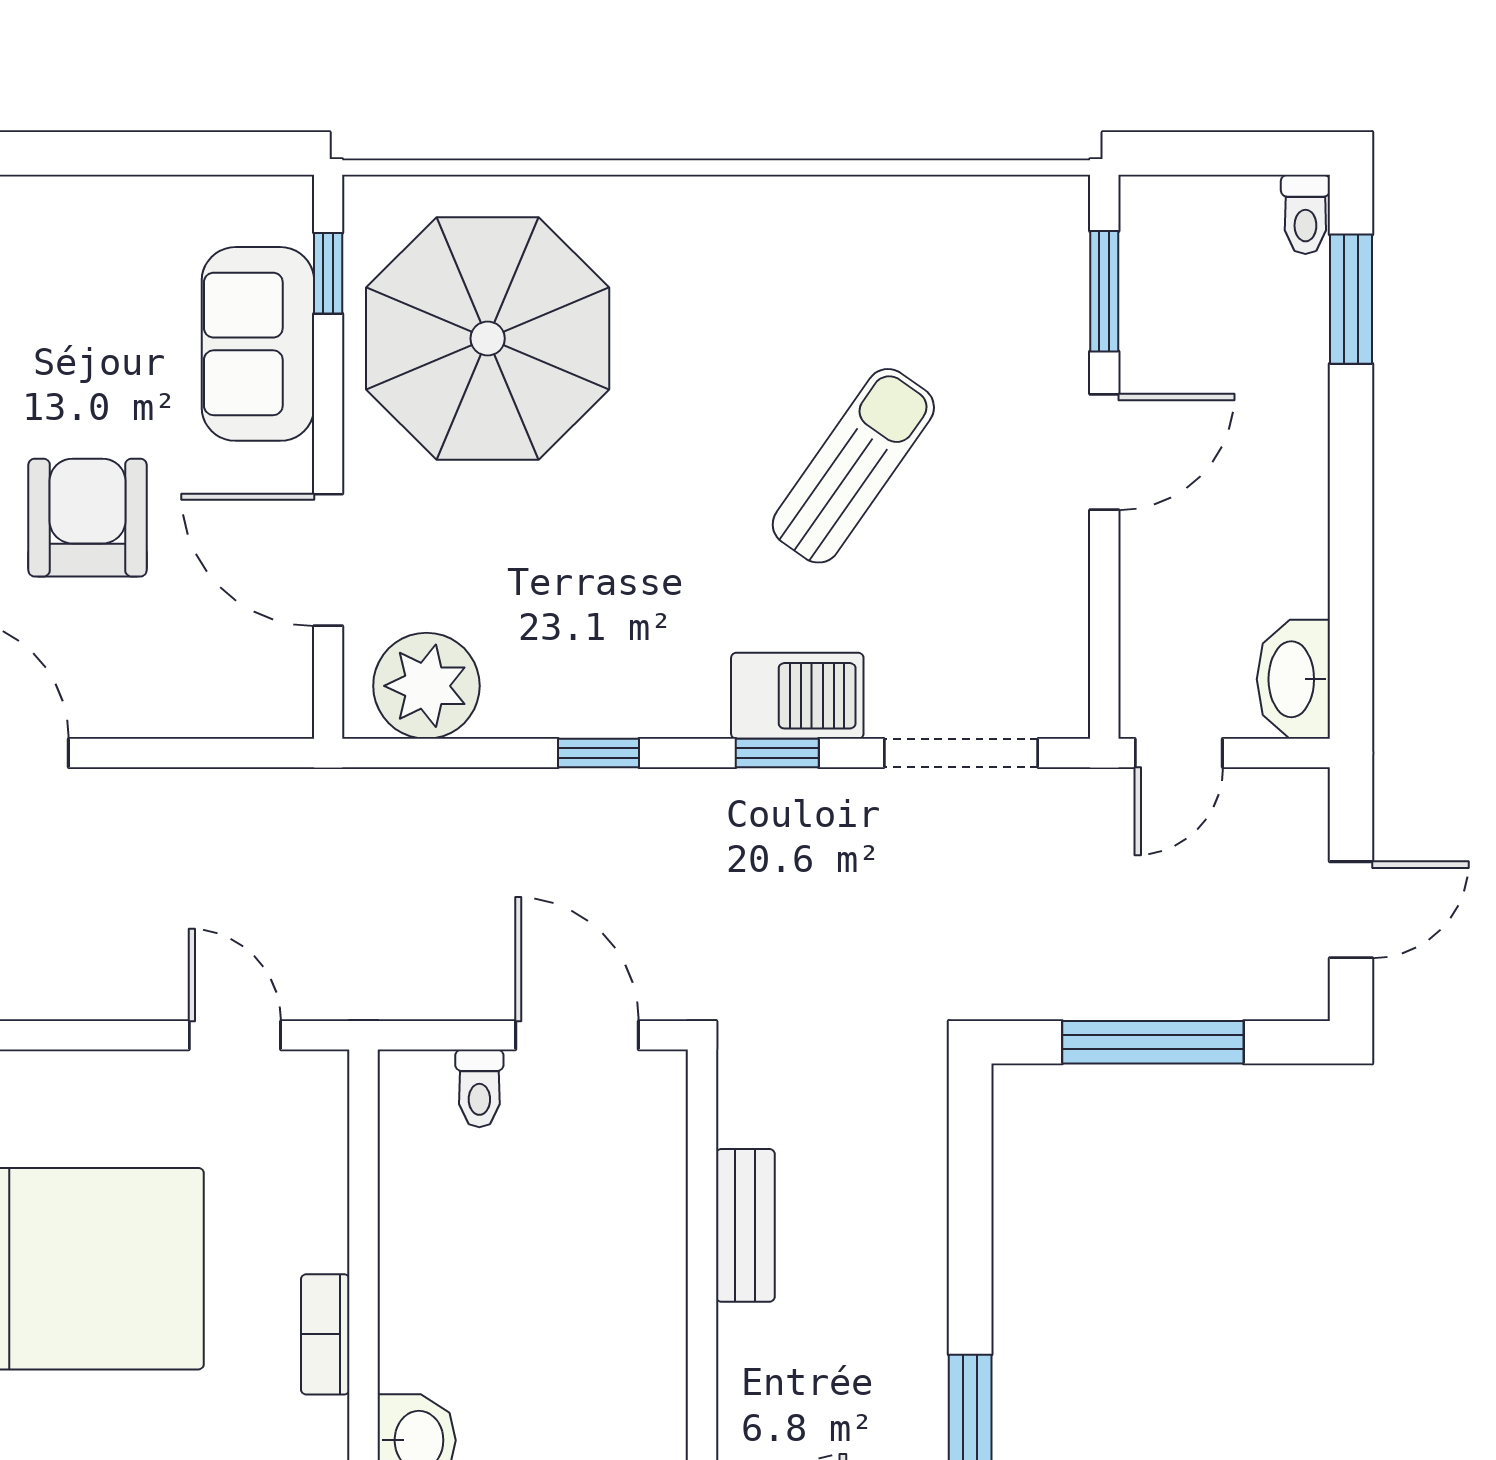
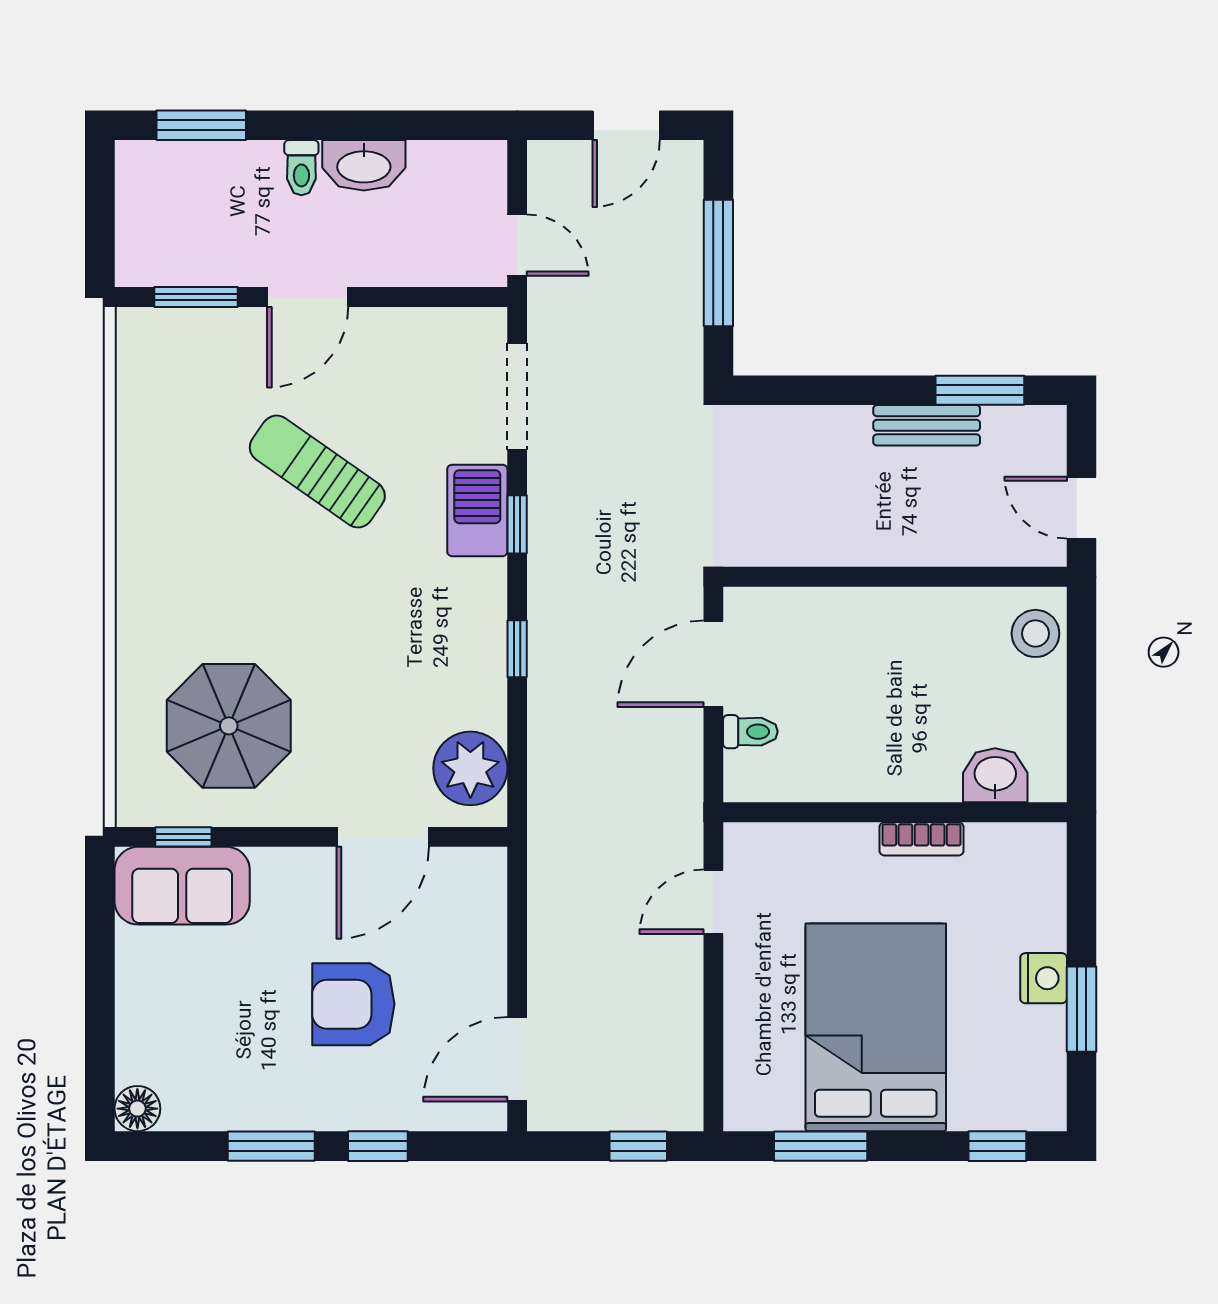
toilet: (1305, 214) -> (301, 168), moved, turned 90
parasol: (488, 338) -> (229, 726), width x0.73, depth x0.73
sofa: (258, 344) -> (182, 886), moved
door: (1104, 452) -> (308, 297), swing flipped
washbasin: (1293, 679) -> (364, 165), moved
door: (1351, 910) -> (626, 125), swing flipped
bench: (745, 1225) -> (927, 425), moved

